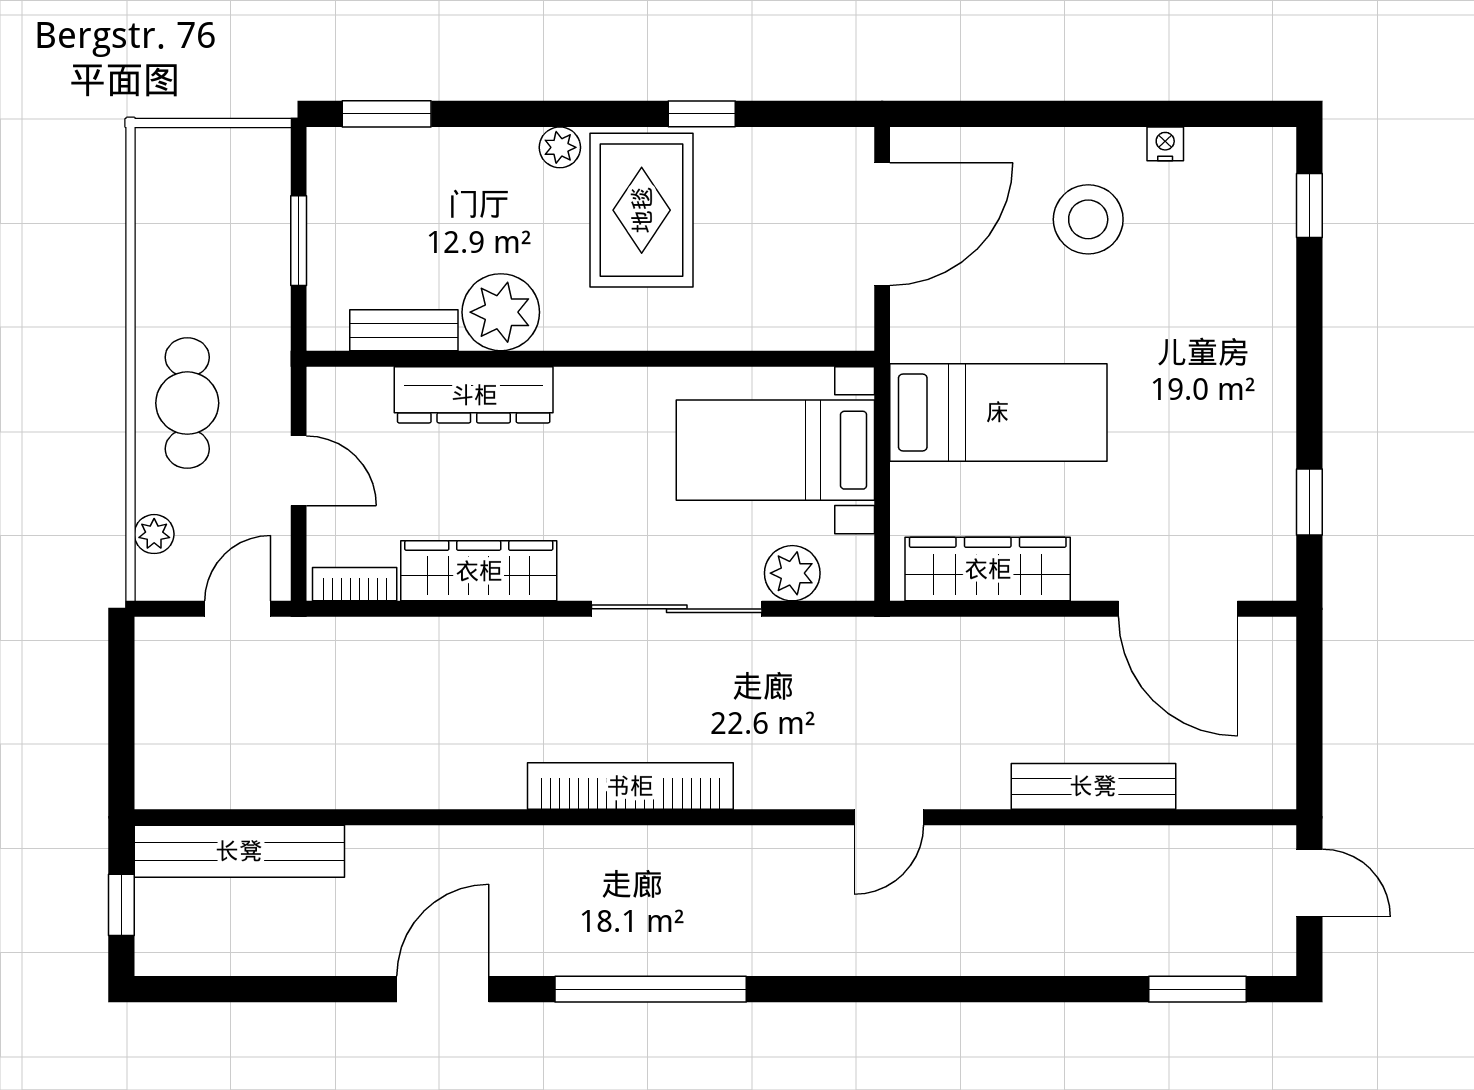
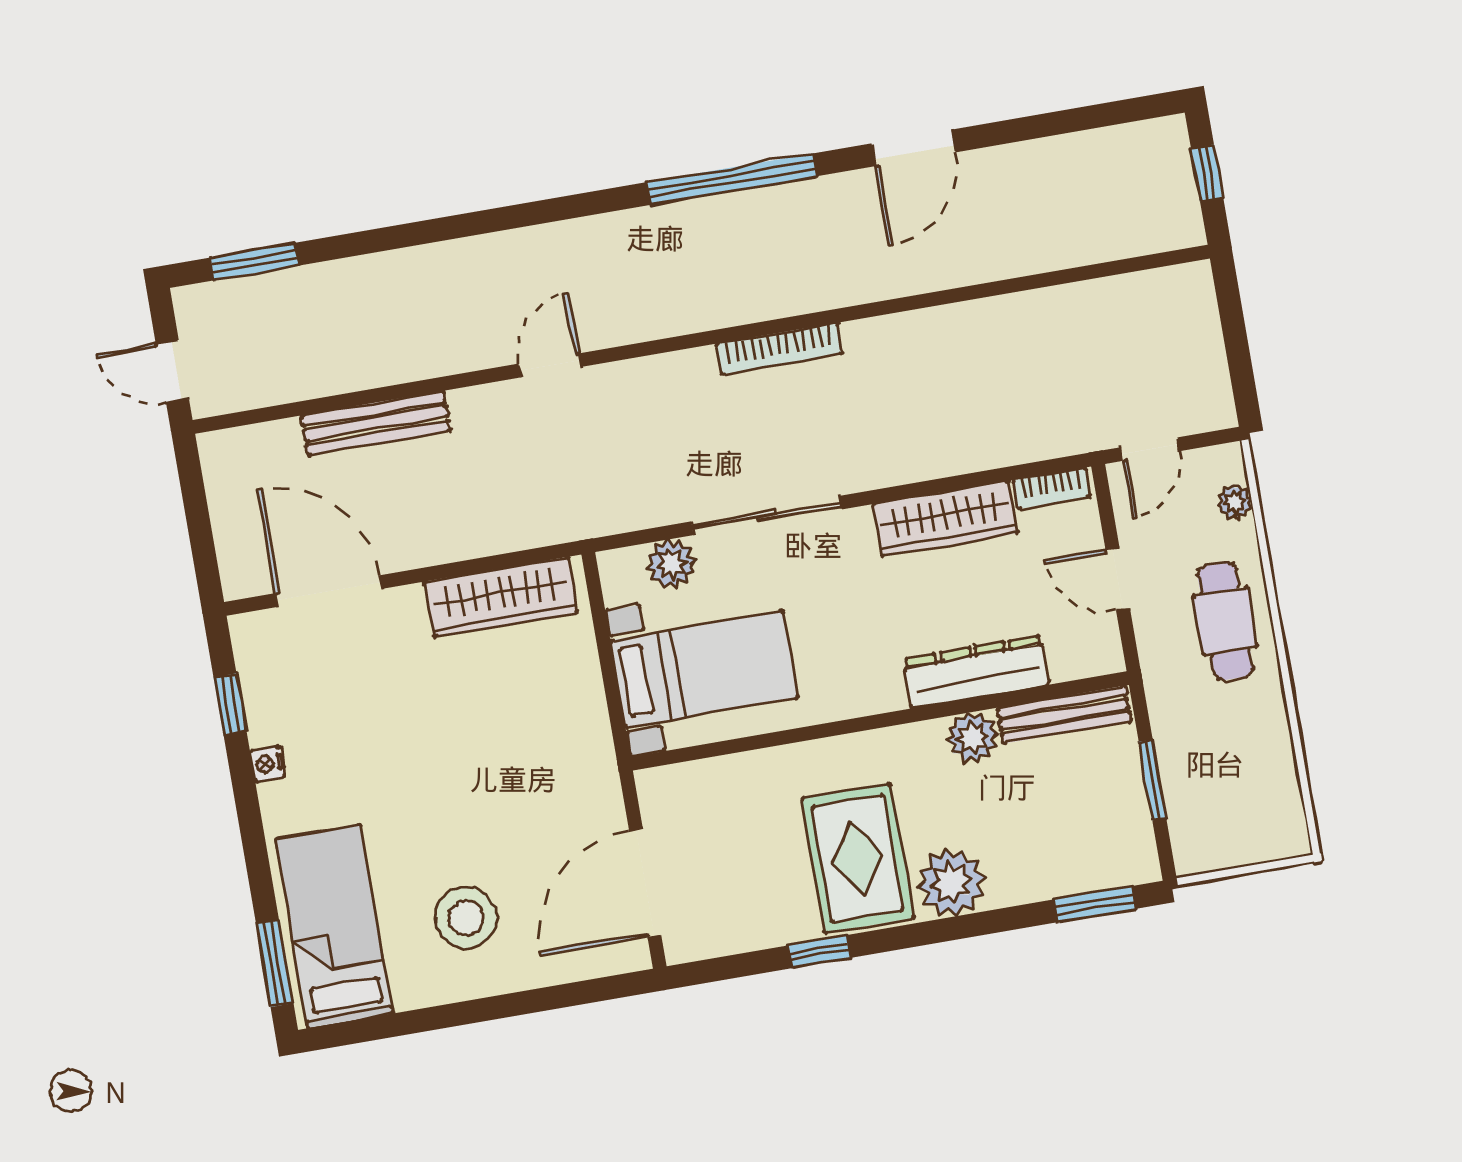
nightstand: (1165, 144) -> (267, 764), moved, turned 90
plant: (560, 147) -> (951, 883), width x1.88, depth x1.88
window: (1309, 205) -> (275, 963), width x1.50
plant: (501, 312) -> (972, 737), width x0.73, depth x0.73
bench: (404, 330) -> (1064, 715), width x1.36
bed: (998, 412) -> (334, 926), moved, turned 90
bookcase: (630, 786) -> (779, 349), width x0.68, depth x0.76
bench: (239, 851) -> (1112, 238), removed

